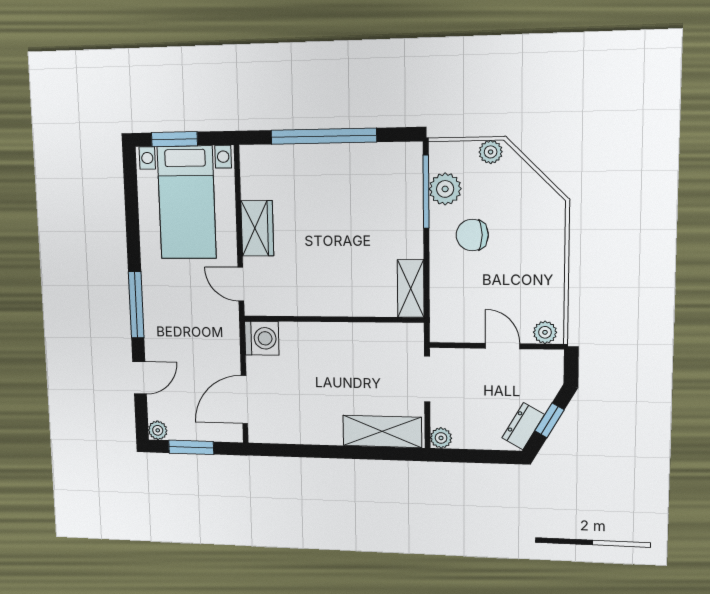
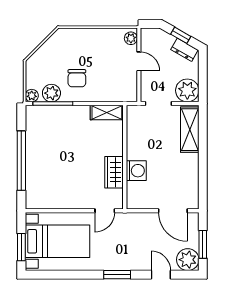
plant: (491, 152) -> (32, 96), moved
wardrobe: (257, 228) -> (114, 172), moved, turned -90
window: (136, 305) -> (117, 275), width x0.69
washing machine: (262, 338) -> (136, 171), moved, turned 90
door: (502, 346) -> (139, 61), swing flipped
plant: (158, 430) -> (188, 260), width x1.87, depth x1.87
plant: (441, 438) -> (187, 90), width x1.88, depth x1.88

